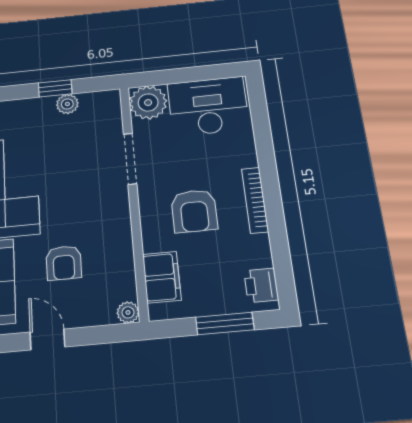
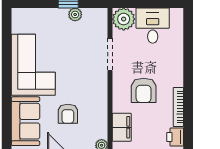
desk: (208, 106) -> (153, 26), width x0.73
bookcase: (255, 200) -> (178, 107), moved

